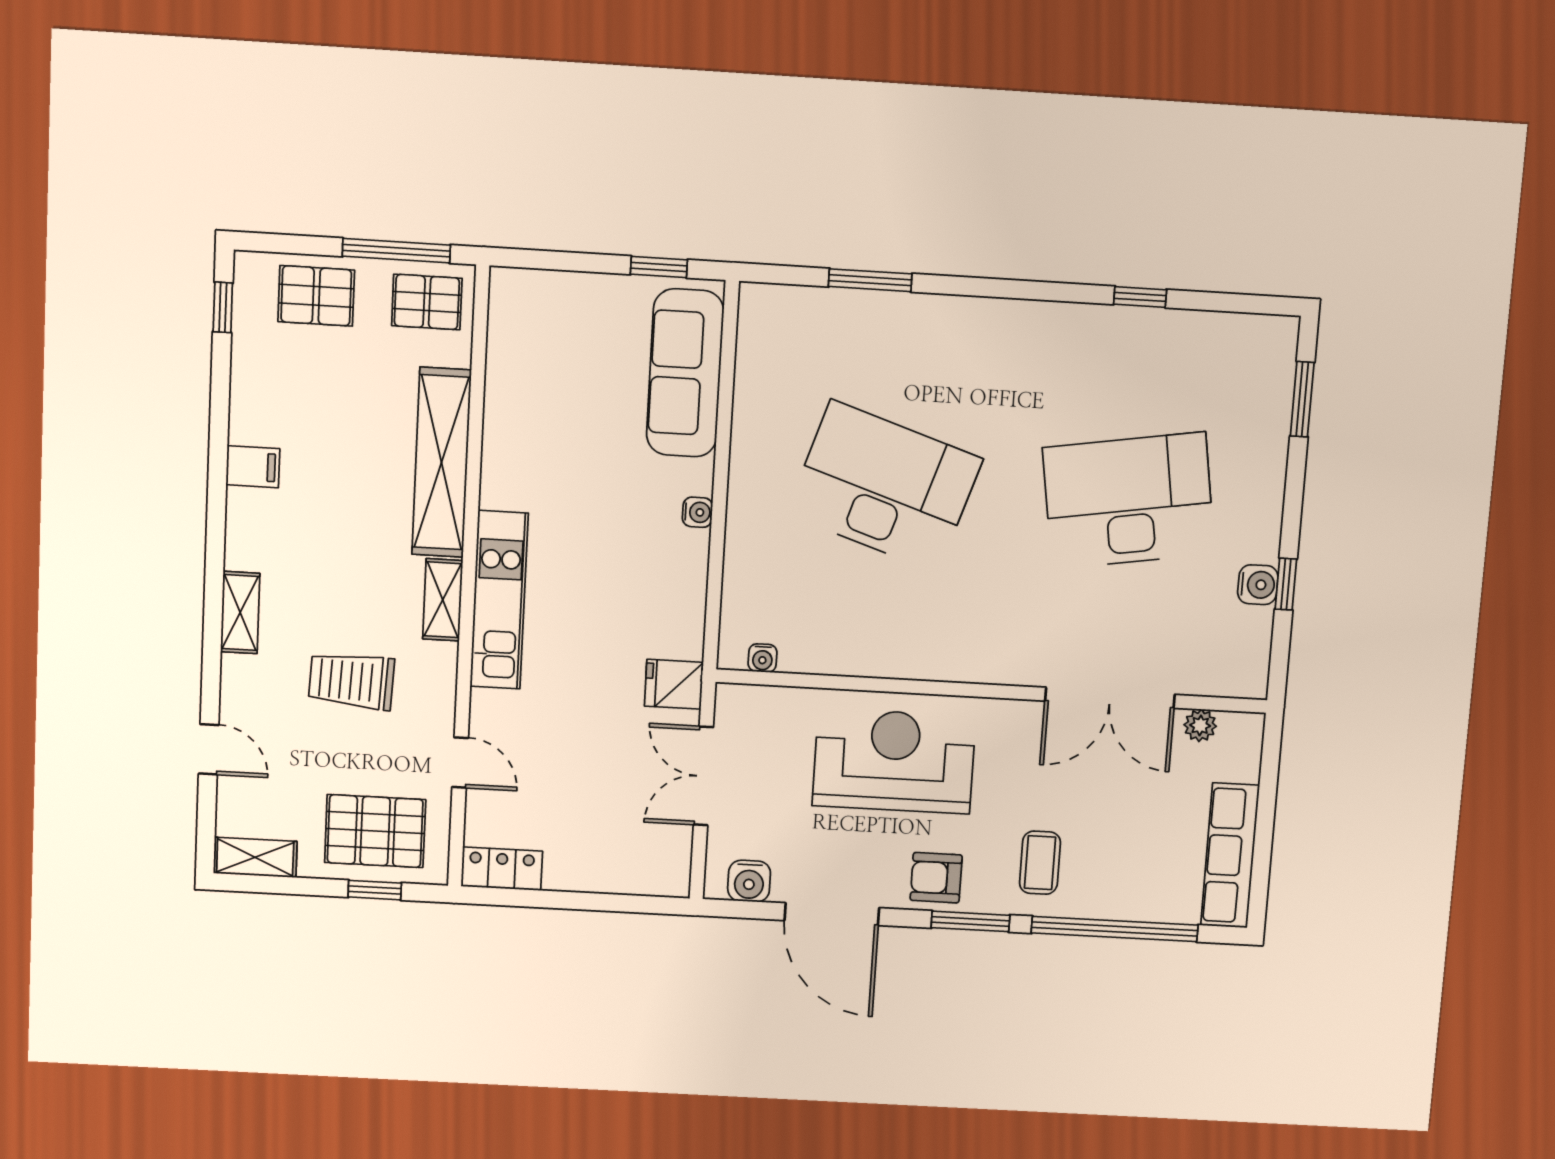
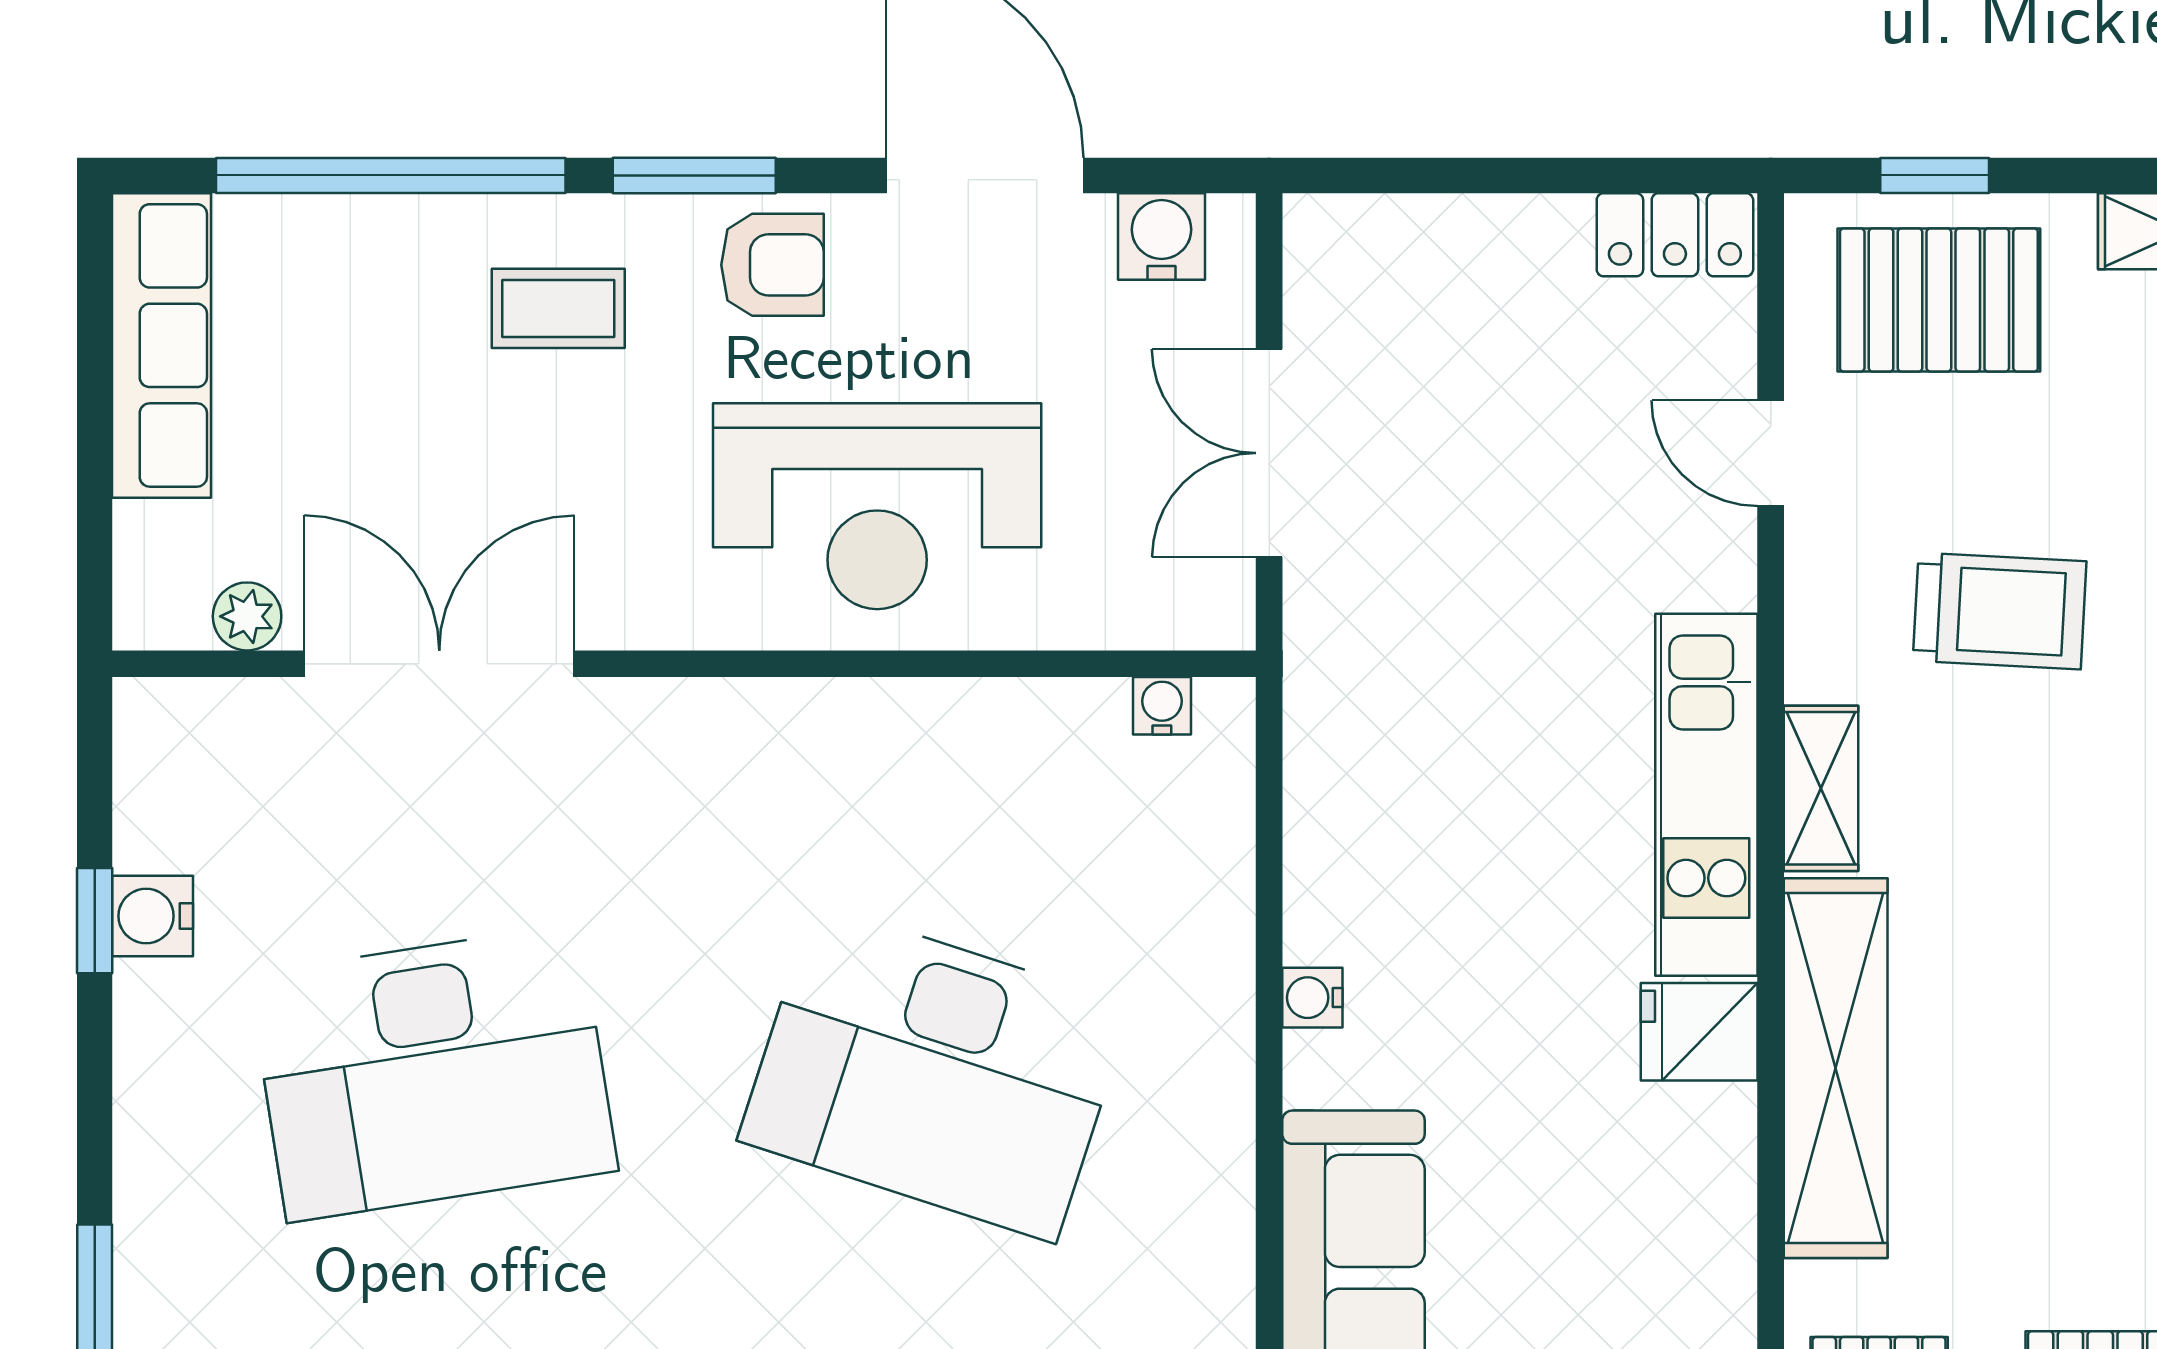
fridge: (674, 684) -> (1699, 1032), moved, turned 180
double door: (703, 776) -> (1269, 453), swing flipped
coffee table: (1040, 863) -> (558, 308), turned 90

